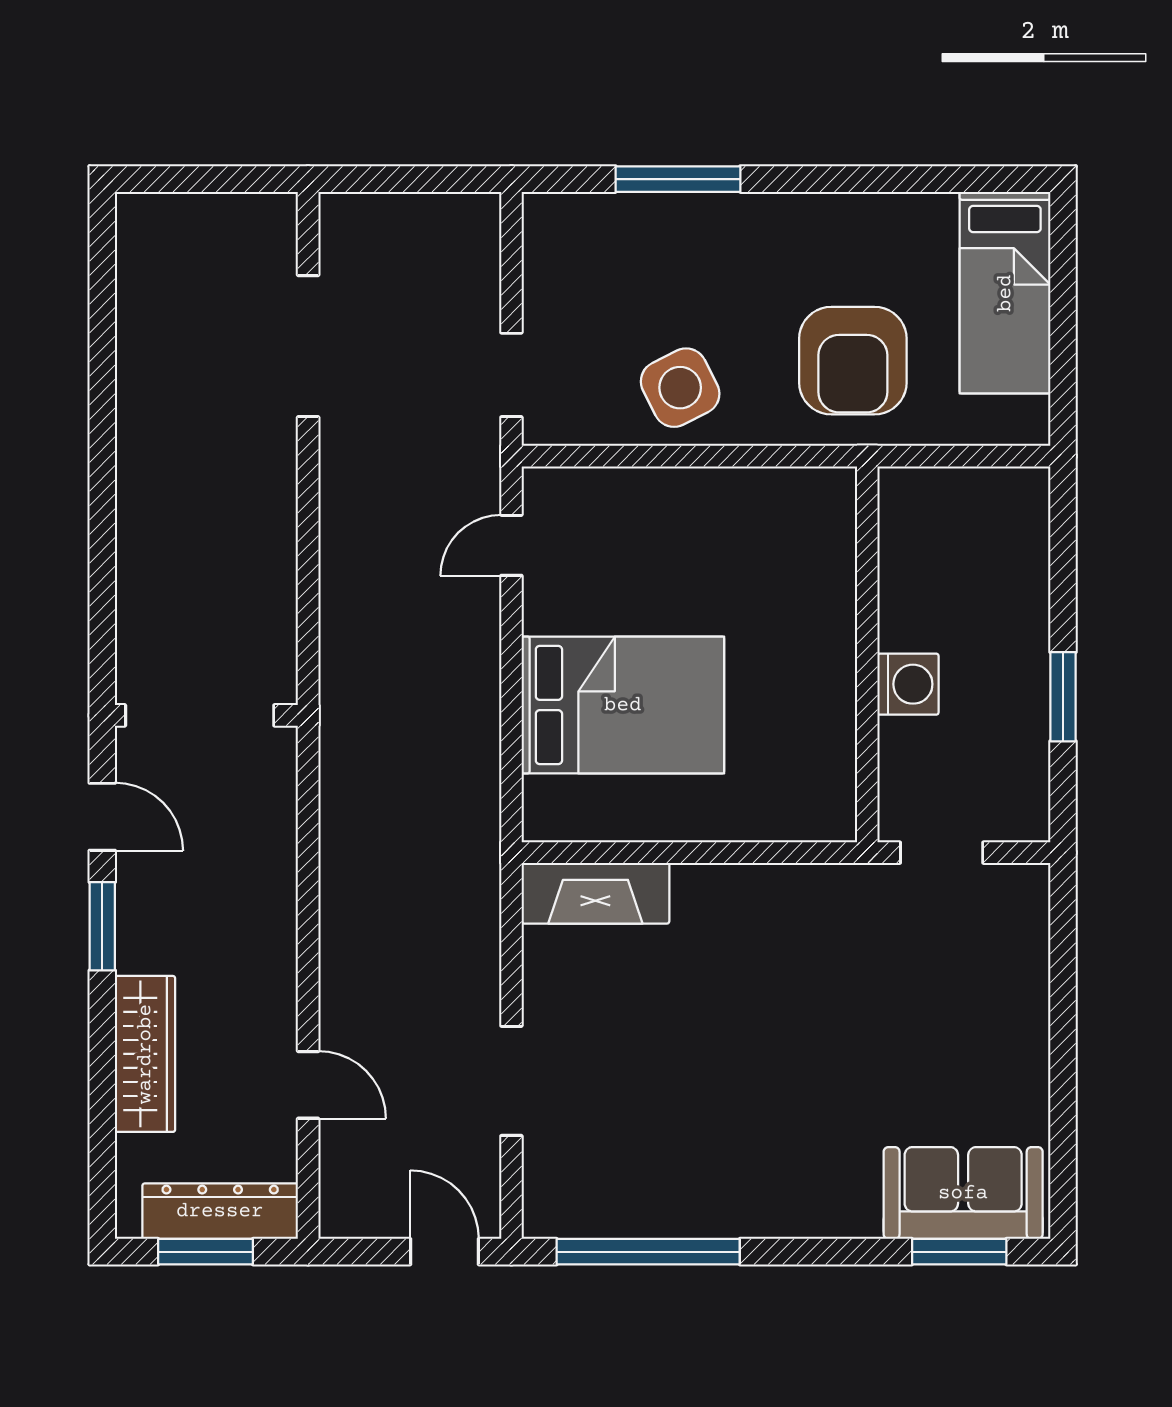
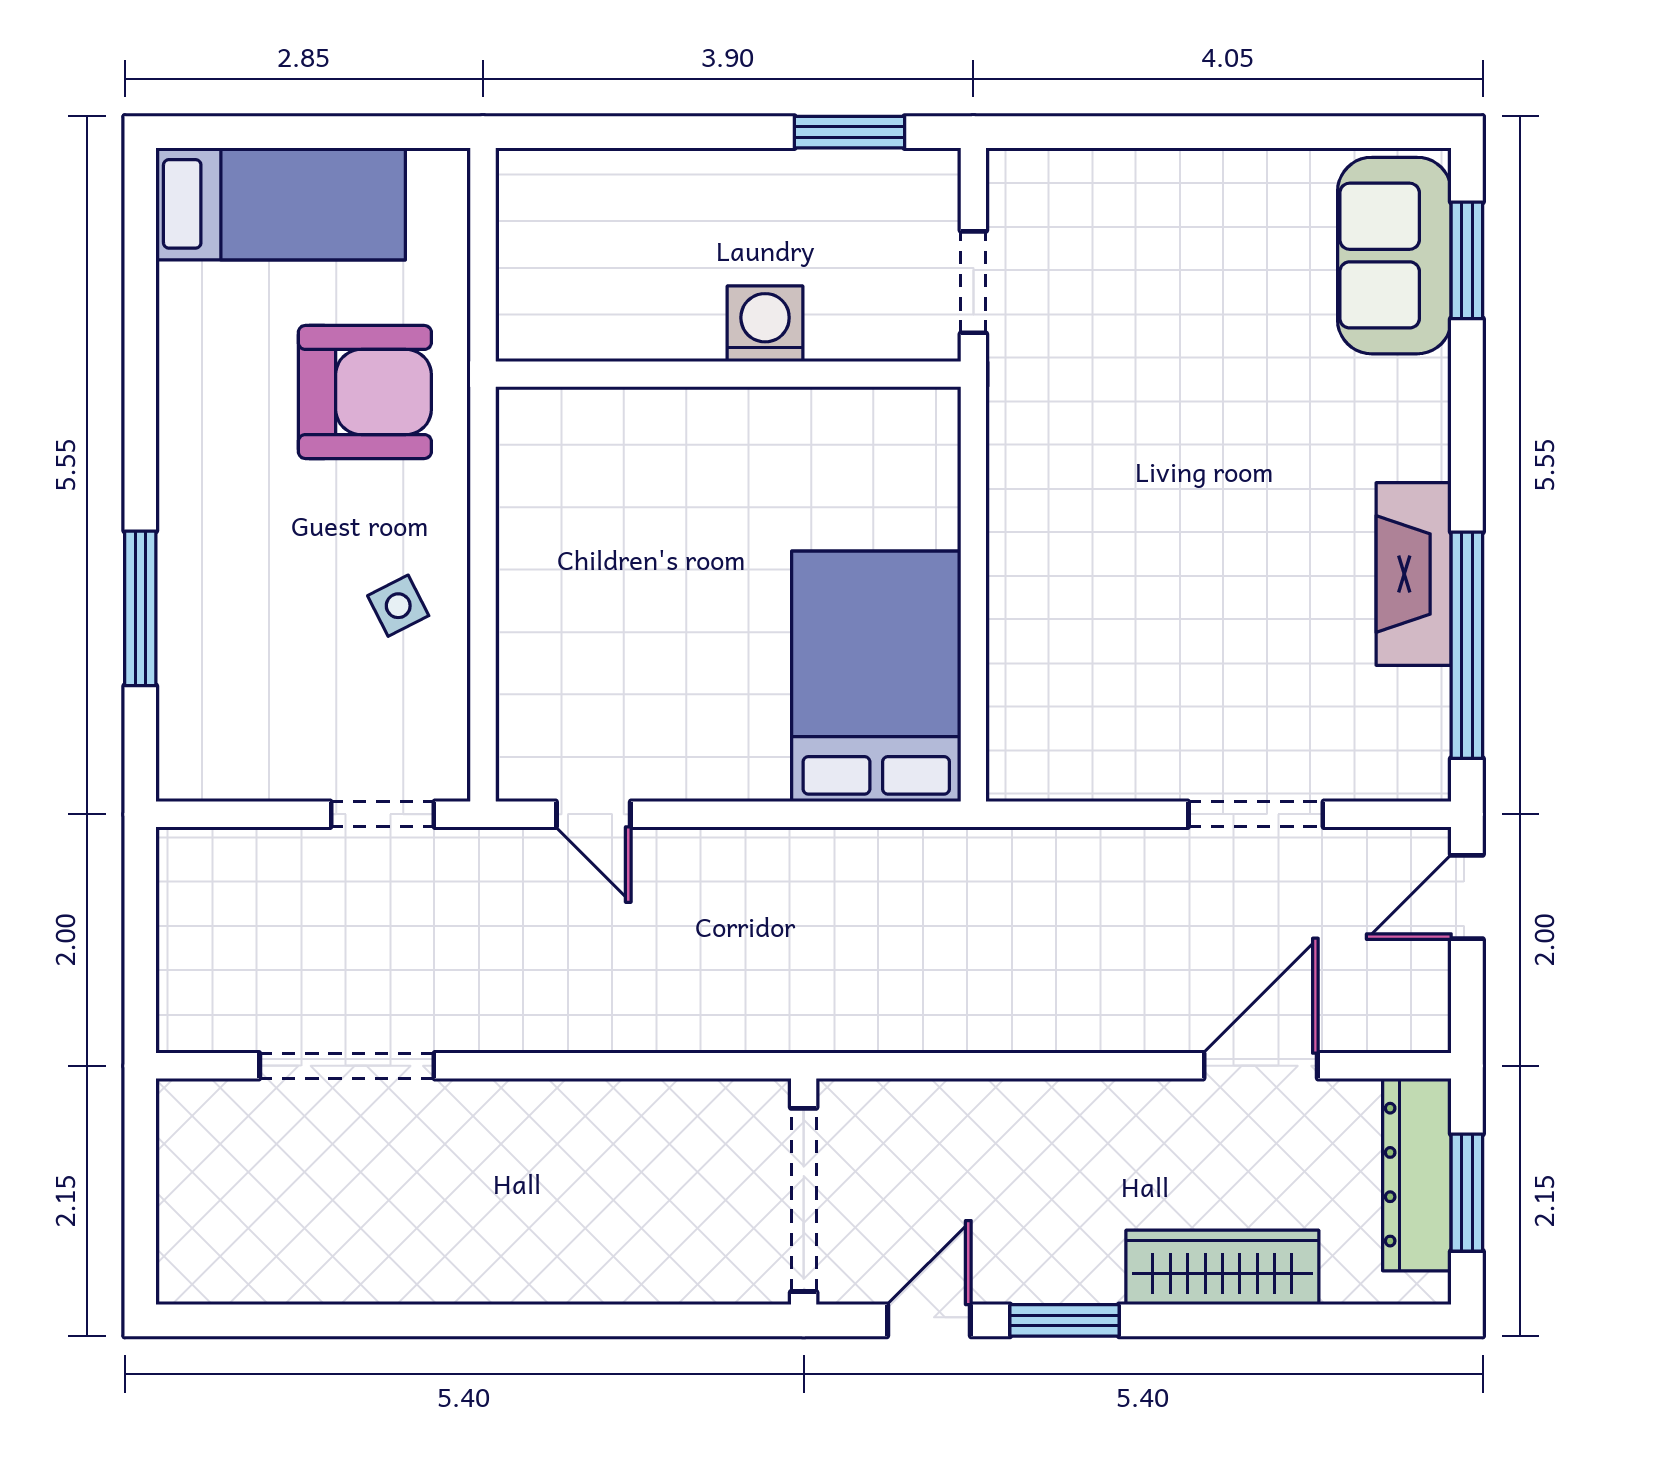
side table: (680, 388) -> (398, 606), width x0.54, depth x0.54
window: (1063, 697) -> (850, 132), moved
bed: (623, 705) -> (876, 676), moved
fireplace: (595, 893) -> (1414, 574), moved, turned 180
door: (308, 1085) -> (1261, 1066), width x1.38

